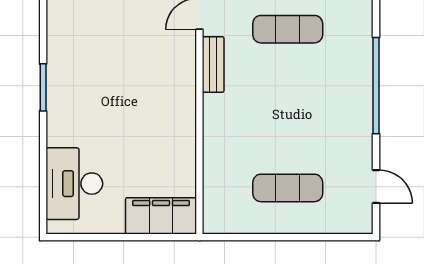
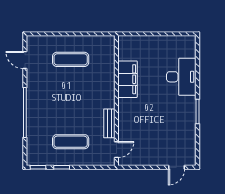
desk: (74, 184) -> (181, 77), moved
filing cabinet: (161, 216) -> (127, 79), moved, turned -90

